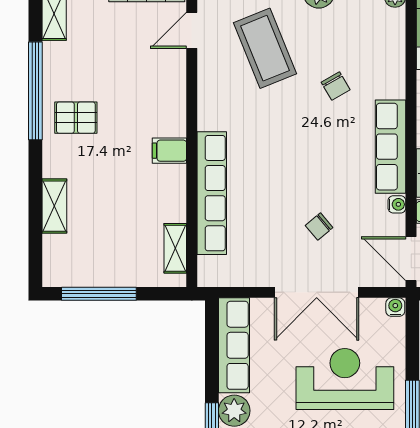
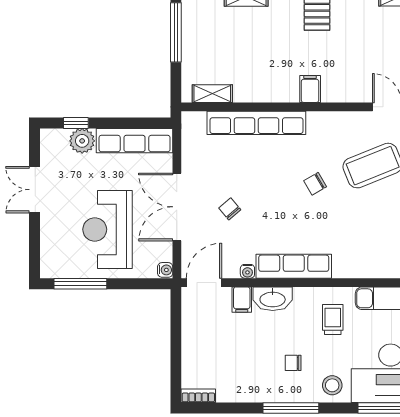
chair: (336, 86) -> (315, 184), moved
filing cabinet: (169, 151) -> (310, 89), moved
reception desk: (345, 379) -> (108, 229), turned 180

